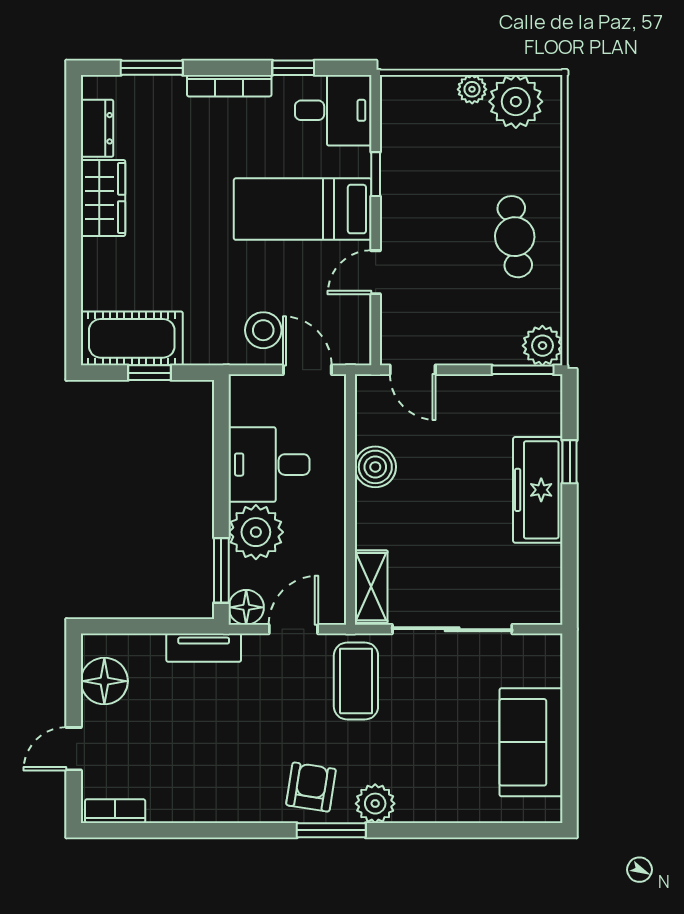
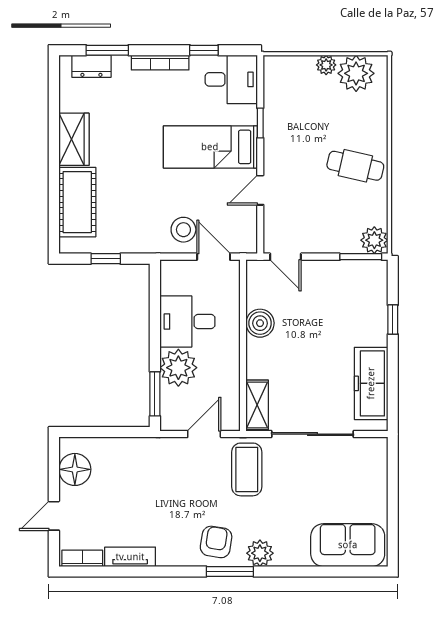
dresser: (97, 128) -> (91, 66), moved, turned 90
cafe table: (515, 237) -> (355, 166), turned -70
cot: (132, 338) -> (77, 202), moved, turned 90
freezer: (538, 490) -> (371, 383), moved
floor lamp: (246, 607) -> (172, 419), removed
tv unit: (204, 648) -> (130, 557), moved, turned 180
sofa: (531, 742) -> (348, 545), moved, turned 90

